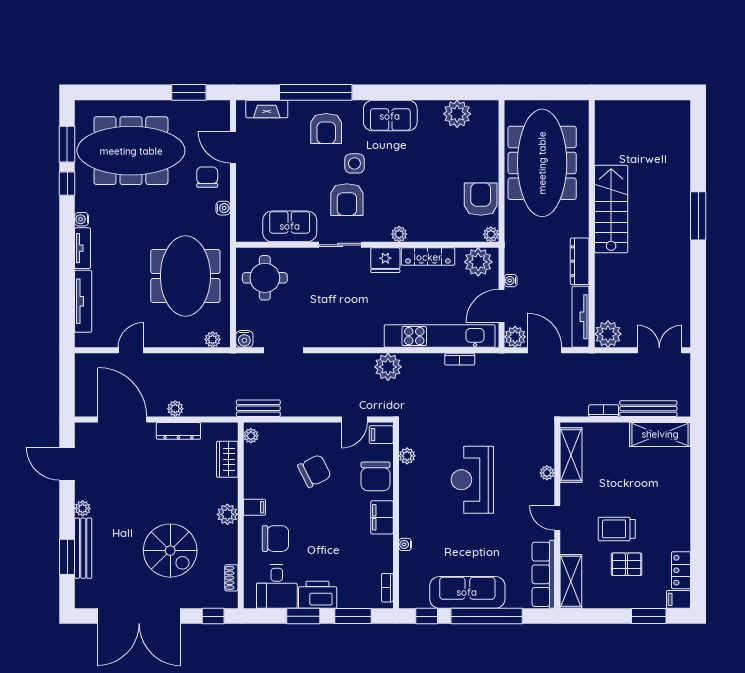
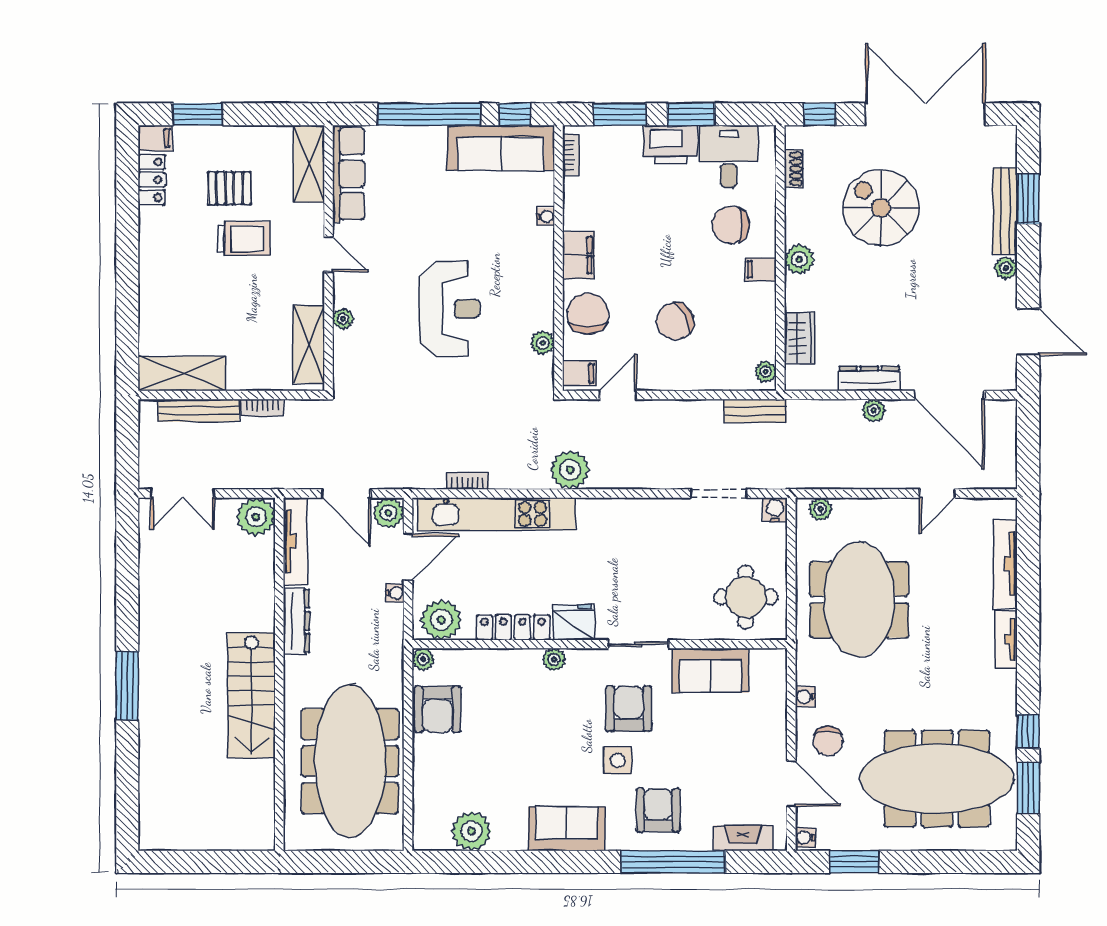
water cooler: (82, 219) -> (805, 838), moved, turned 180
sofa: (467, 592) -> (501, 148), moved

